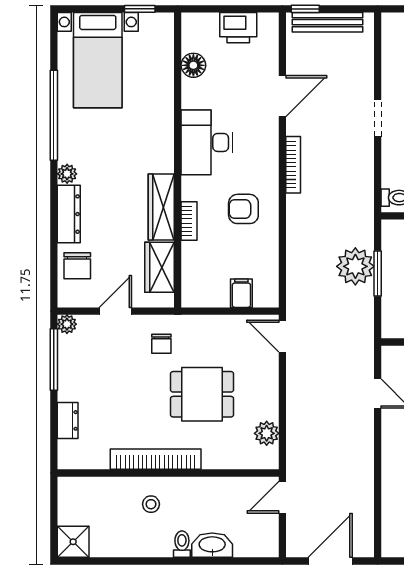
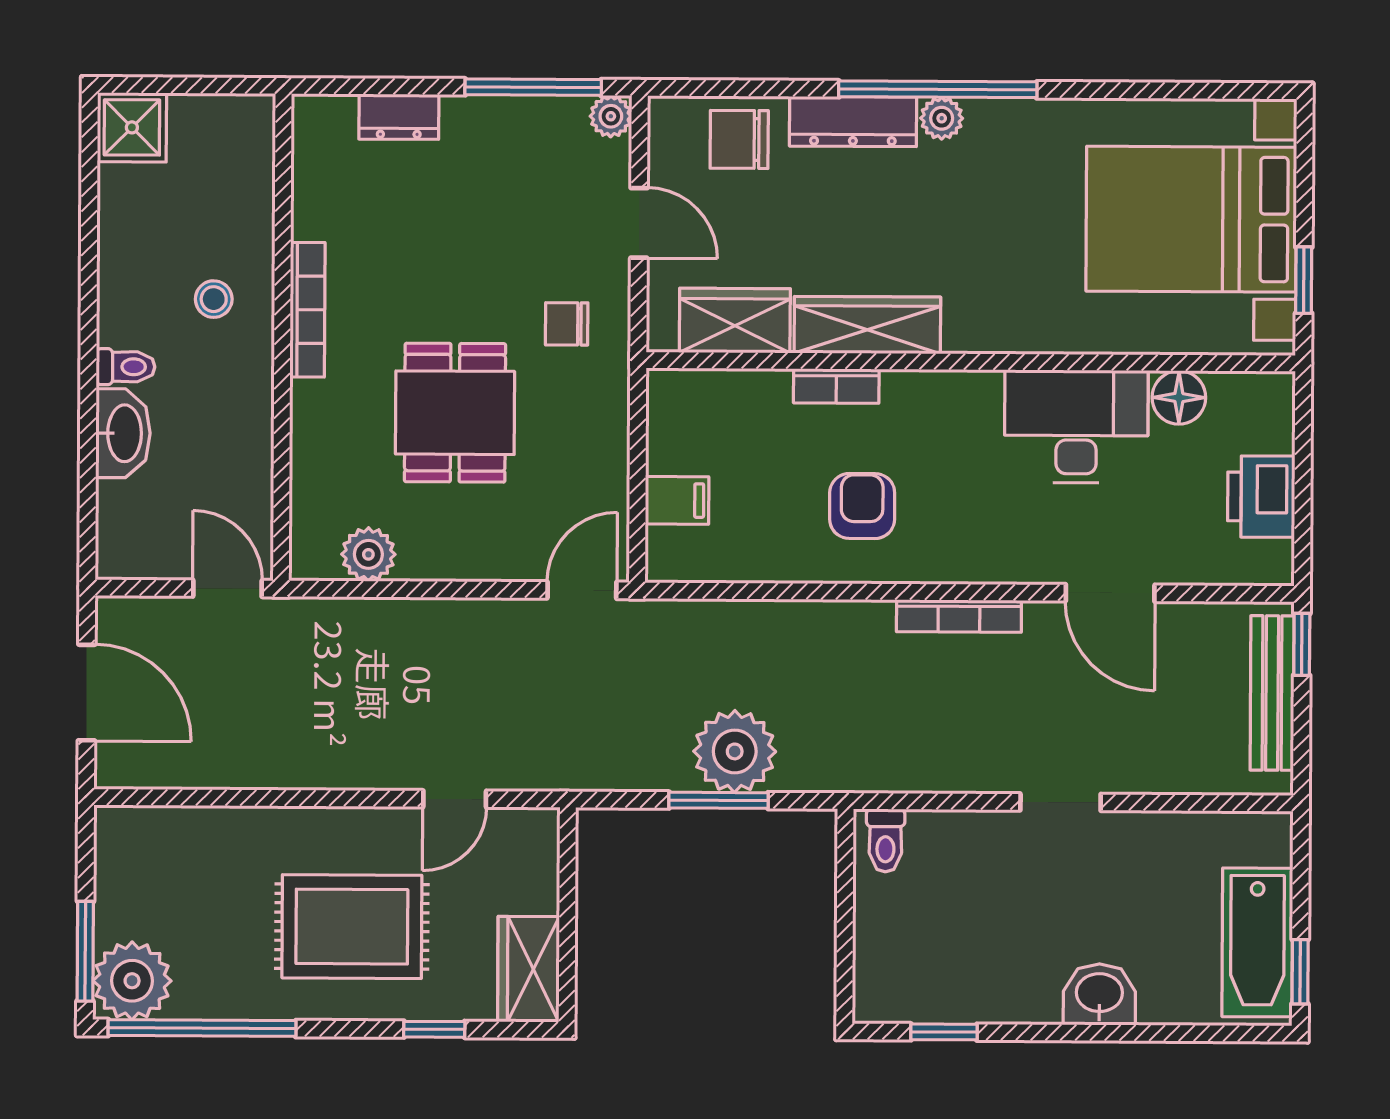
bed with nightstands: (98, 60) -> (1191, 219), width x1.36
window: (54, 115) -> (938, 89), moved
desk: (207, 142) -> (1076, 426), moved
bookcase: (156, 459) -> (307, 310), width x0.68, depth x0.76

